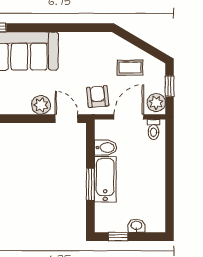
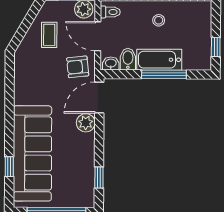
door: (67, 119) -> (99, 98), width x1.38
stool: (145, 179) -> (159, 20), added
window: (90, 184) -> (164, 74), width x1.44
washbasin: (137, 226) -> (111, 63), moved, turned 90

